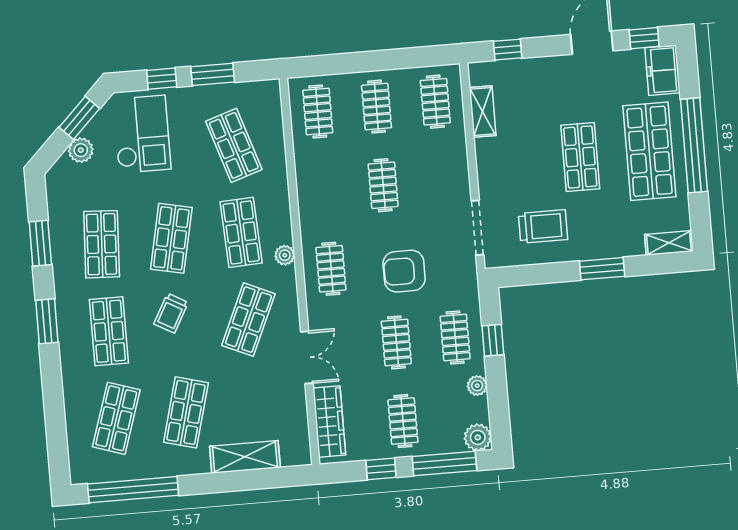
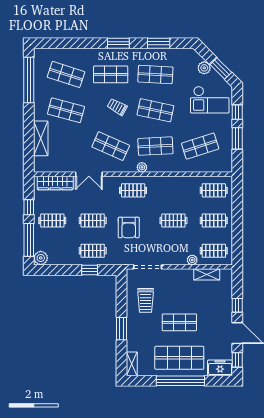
window: (508, 50) -> (237, 305), moved
armchair: (404, 271) -> (129, 228), turned 180
plant: (477, 386) -> (192, 260), moved

